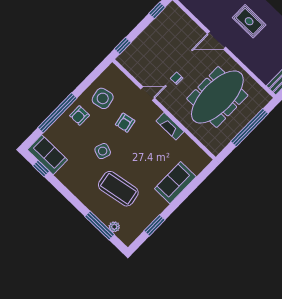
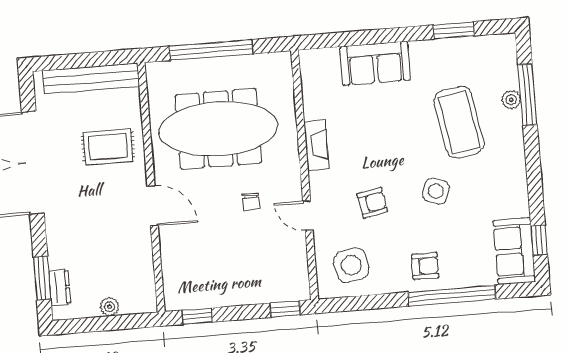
rug: (249, 21) -> (108, 147), moved, turned 90
side table: (103, 98) -> (351, 265), moved
plant: (114, 227) -> (511, 100), moved

